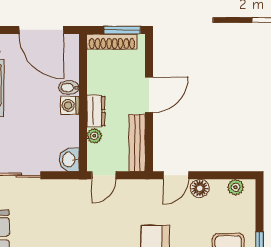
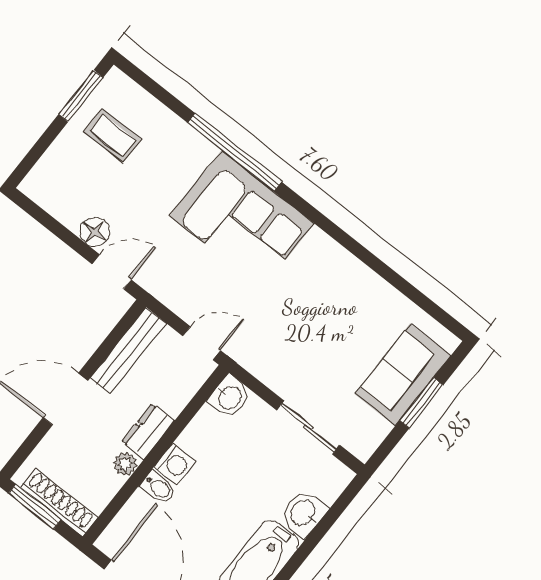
plant: (94, 136) -> (125, 464), moved
plant: (236, 187) -> (49, 198), removed

